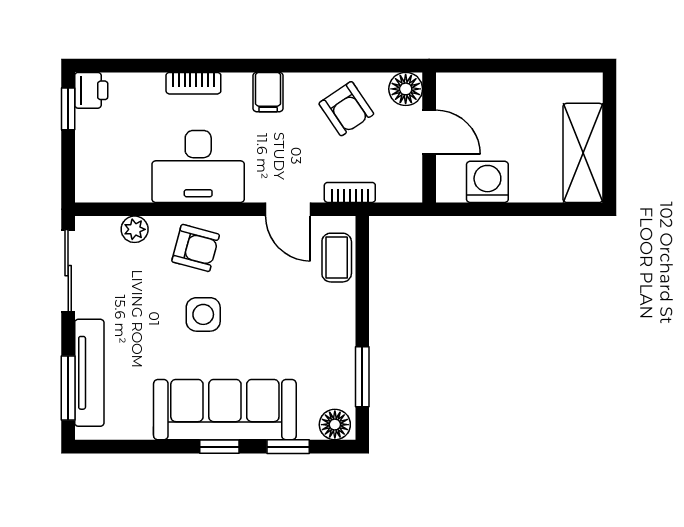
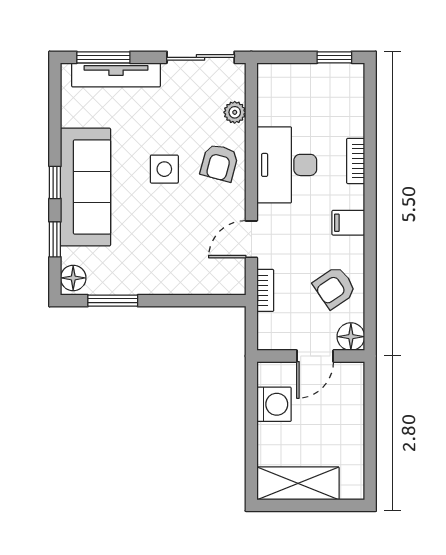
printer: (91, 90) -> (350, 76), removed
coffee table: (337, 258) -> (211, 280), removed

